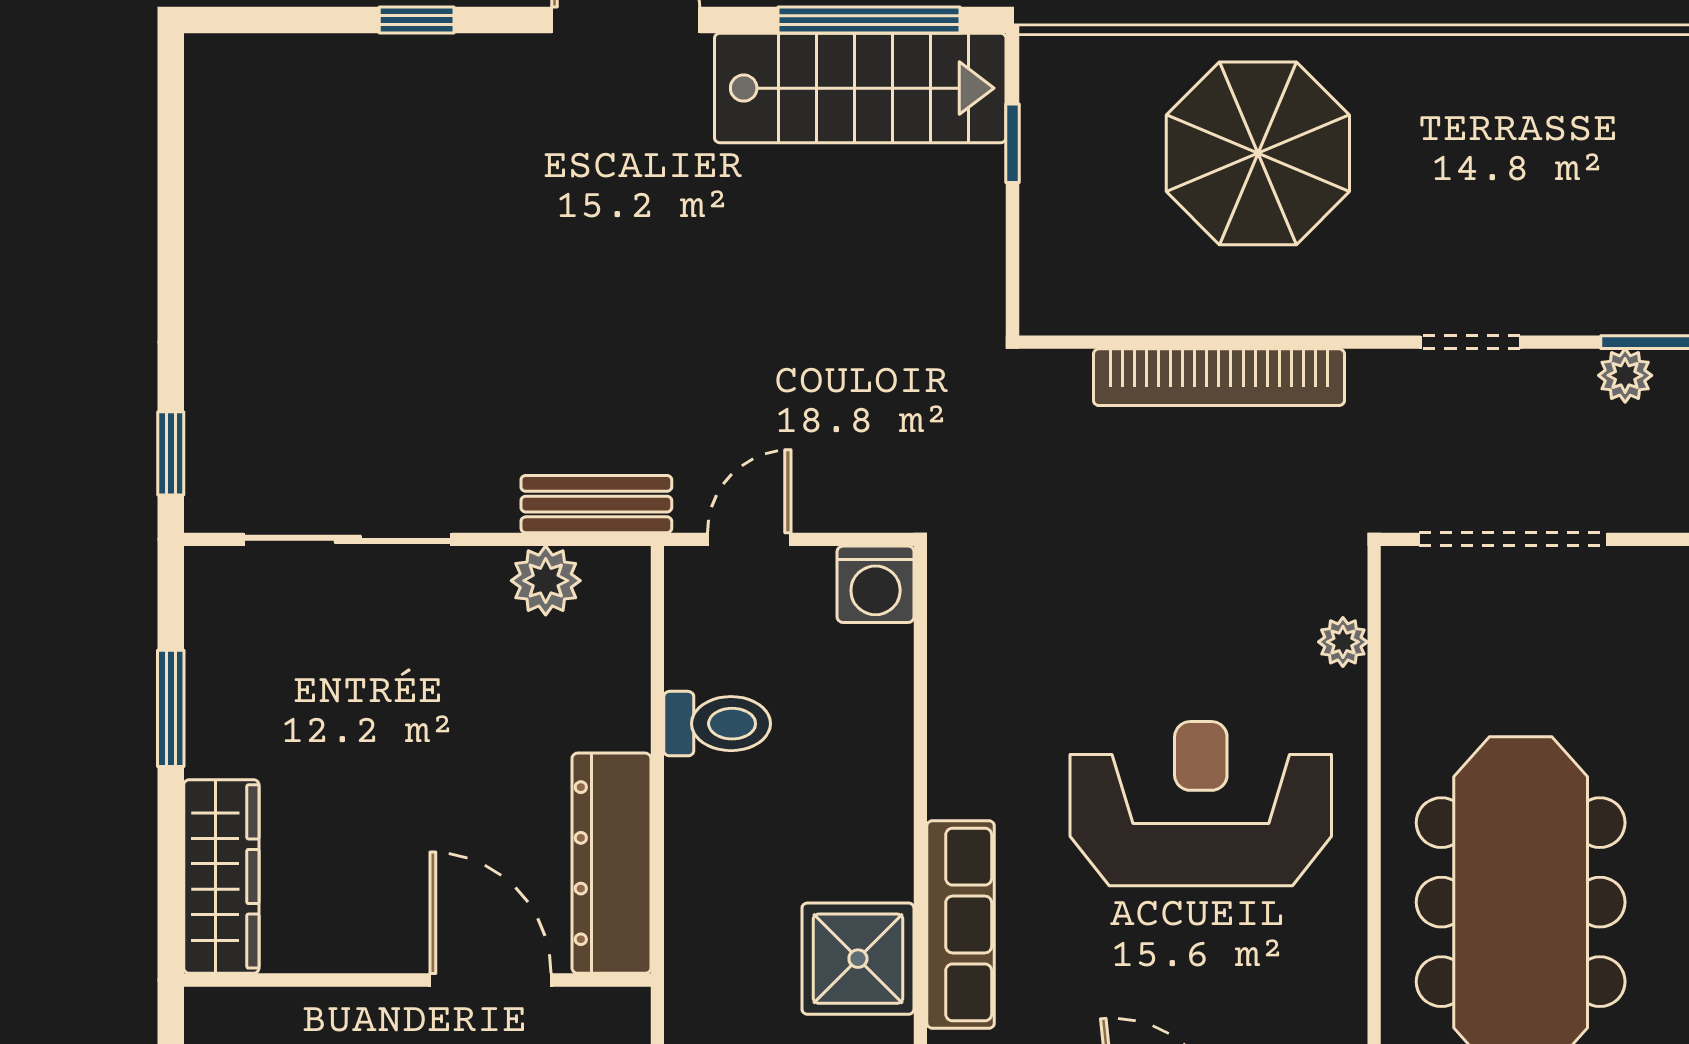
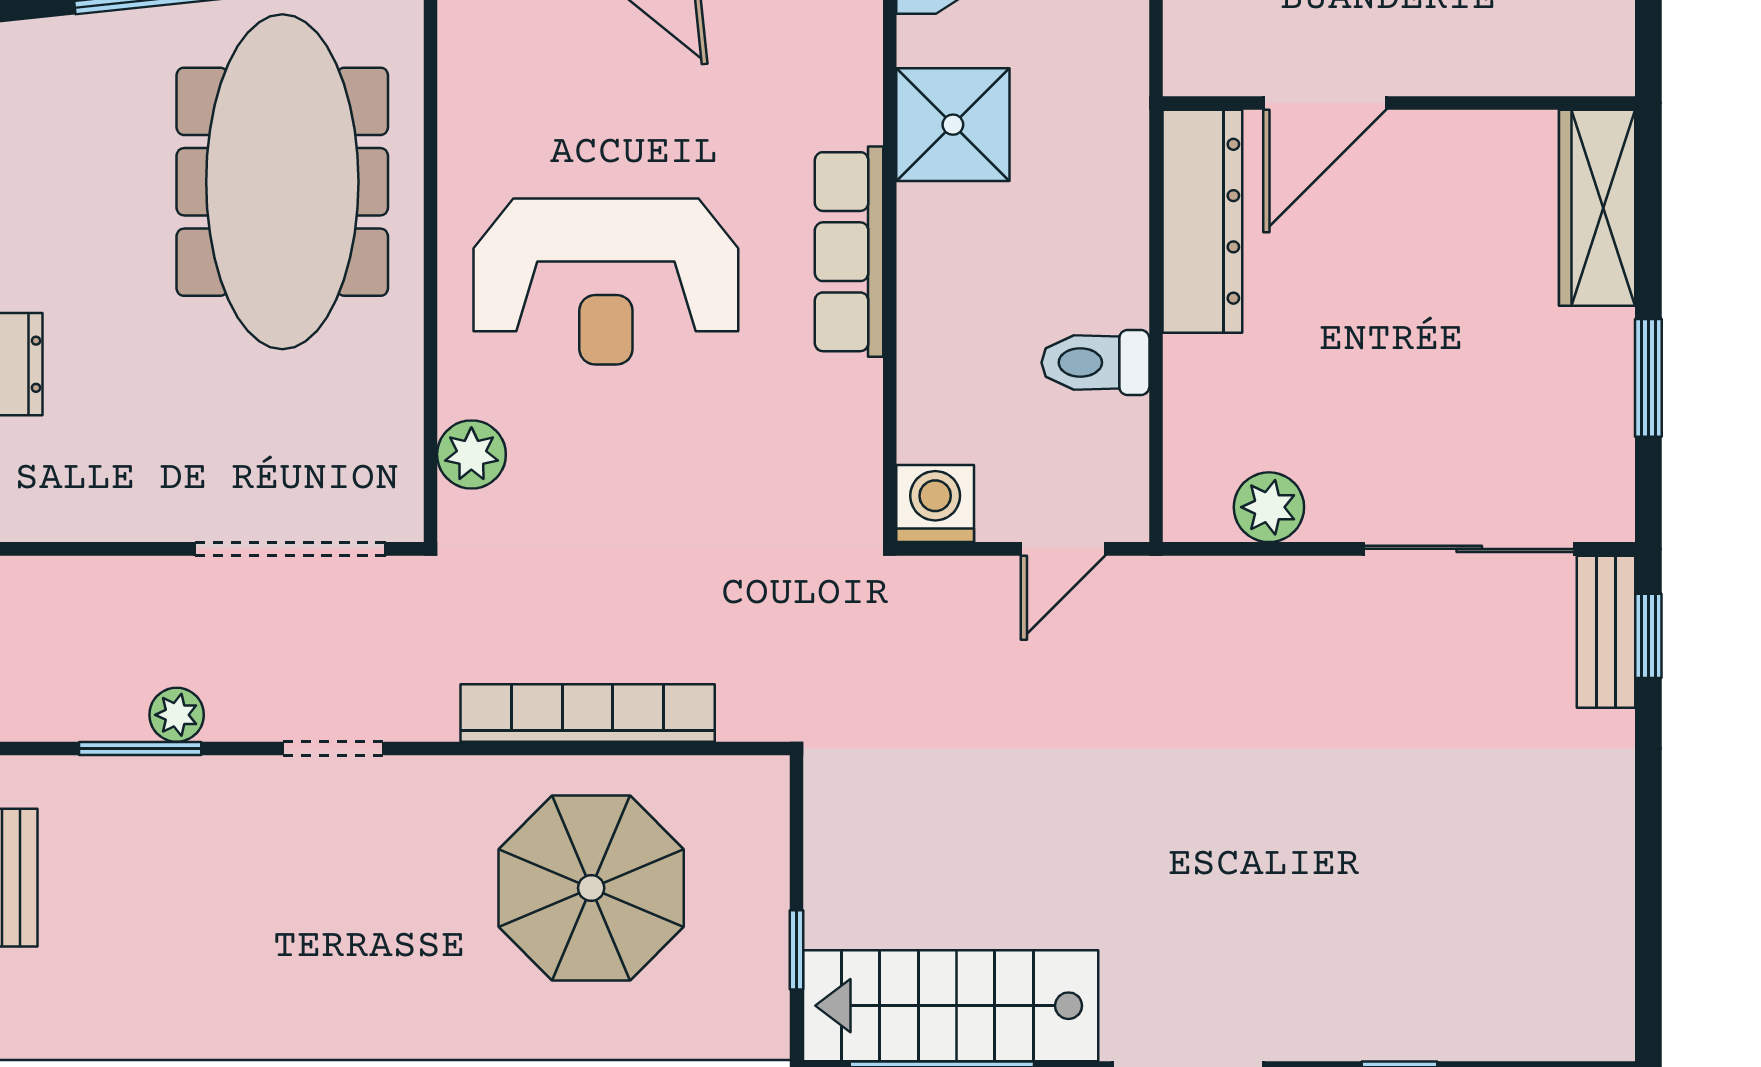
parasol: (1258, 153) -> (591, 888), moved
bench: (596, 504) -> (1606, 632), moved, turned 90
plant: (1343, 642) -> (471, 454), width x1.38, depth x1.38
row of seats: (961, 925) -> (849, 252), moved
door: (491, 980) -> (1325, 103), hinge flipped

